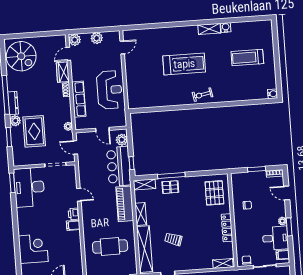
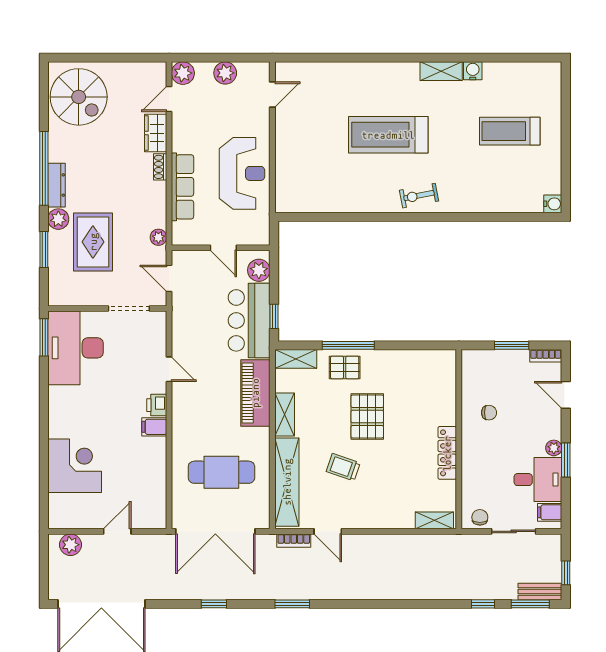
treadmill: (184, 64) -> (388, 135), turned 180
pallet: (214, 193) -> (367, 416), moved

